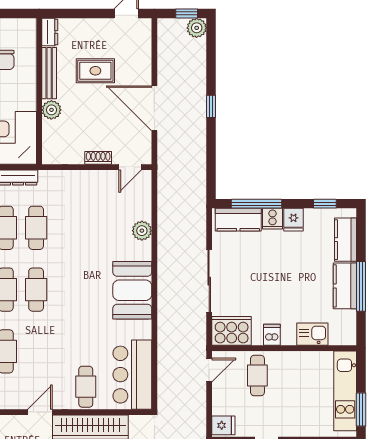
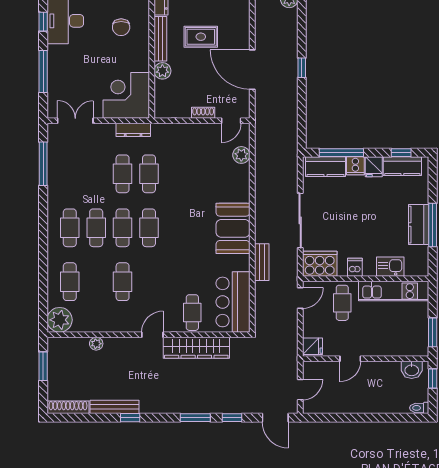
plant: (142, 231) -> (241, 155), moved
kitchen counter: (346, 240) -> (402, 166), moved, turned -90
bench: (165, 329) -> (262, 262), added
kitchen unit: (345, 391) -> (394, 291), moved, turned -90

